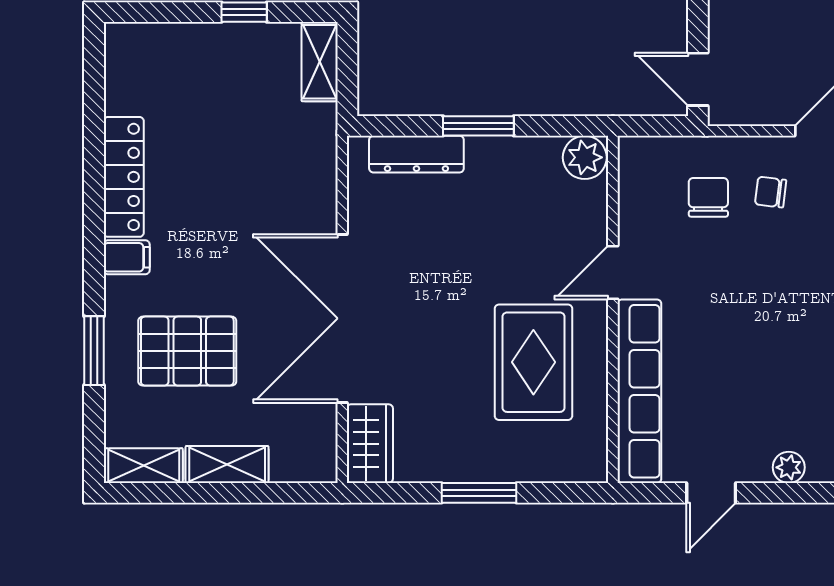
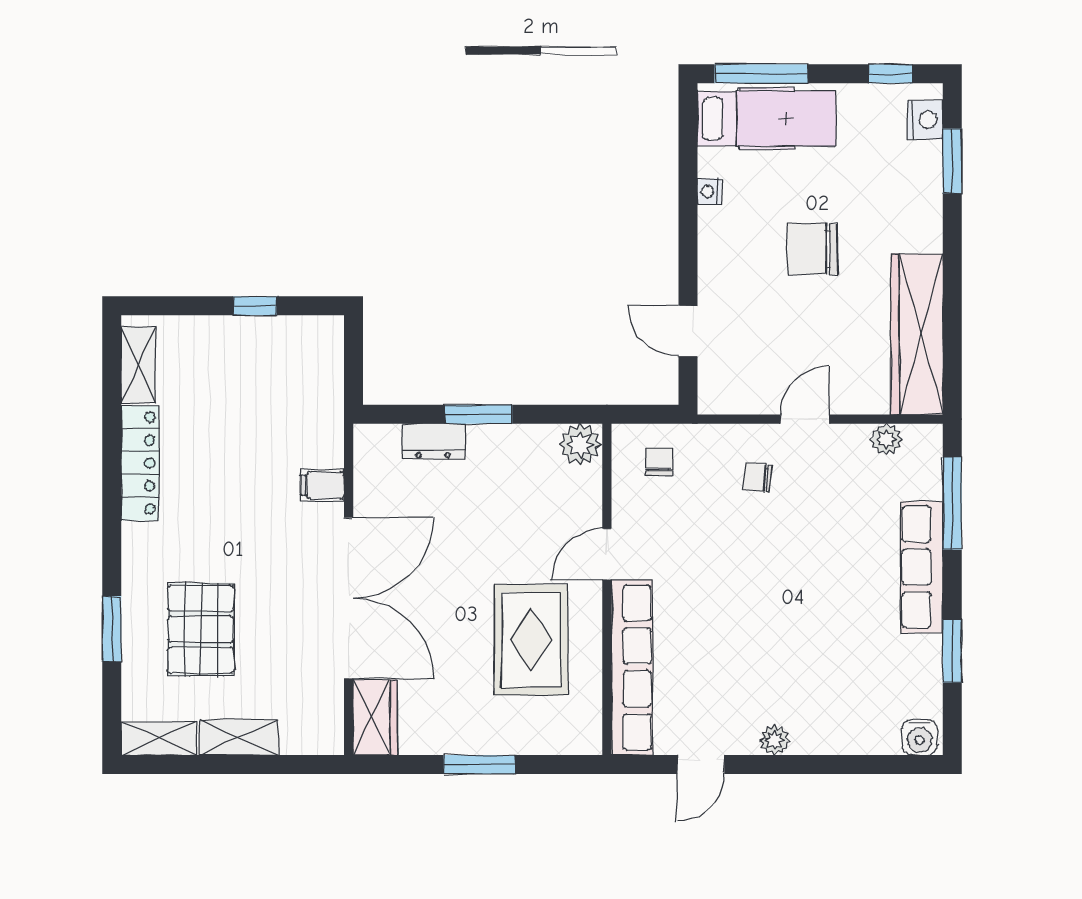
shelving: (320, 62) -> (138, 365), moved
door: (698, 79) -> (688, 331), moved
dresser: (416, 154) -> (433, 441), width x0.70
chair: (708, 197) -> (659, 461), moved, width x0.73, depth x0.73
filing cabinet: (127, 257) -> (322, 485), moved, turned 180
double door: (342, 318) -> (349, 598), swing flipped
pallet: (187, 351) -> (201, 629), turned 90

